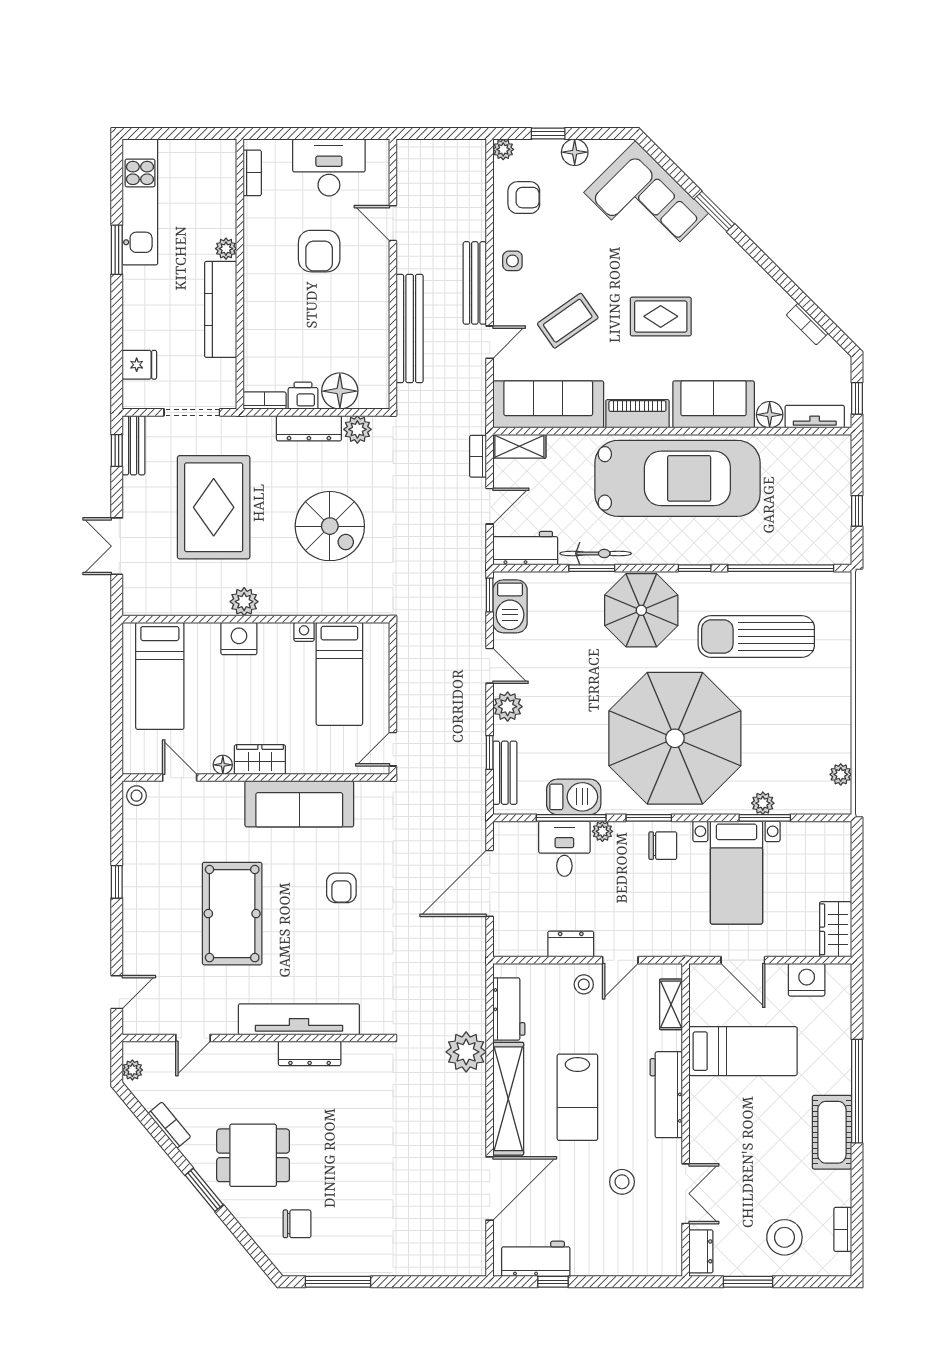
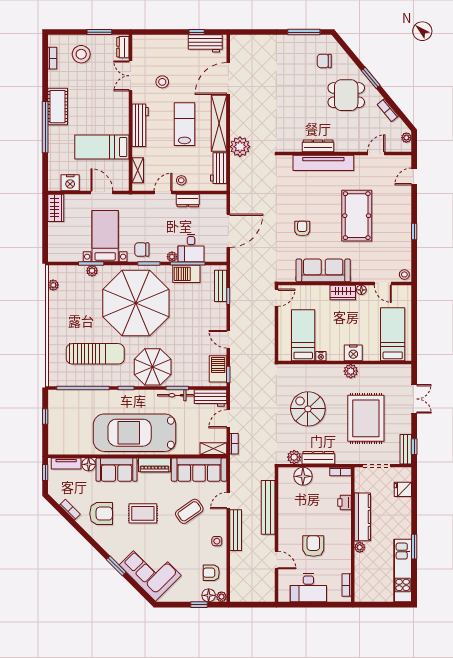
floor lamp: (575, 152) -> (209, 595), moved
armchair: (745, 316) -> (101, 514), added
printer: (303, 396) -> (344, 502), moved, turned 90
plant: (508, 707) -> (219, 319), removed

